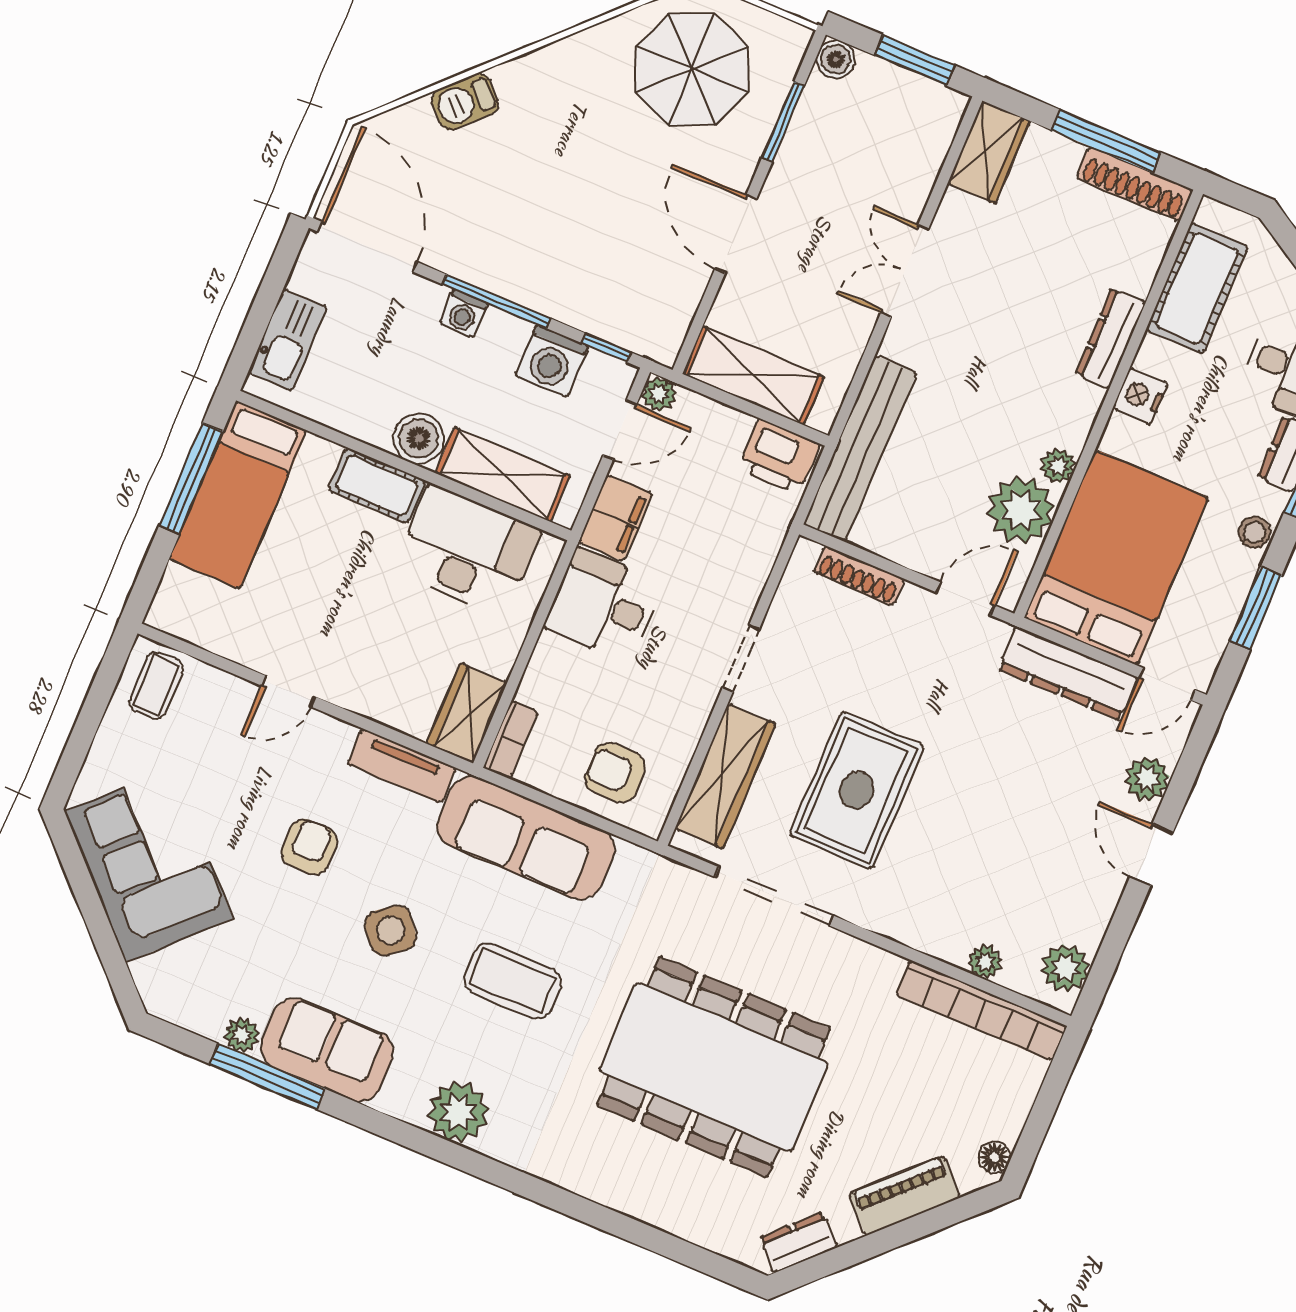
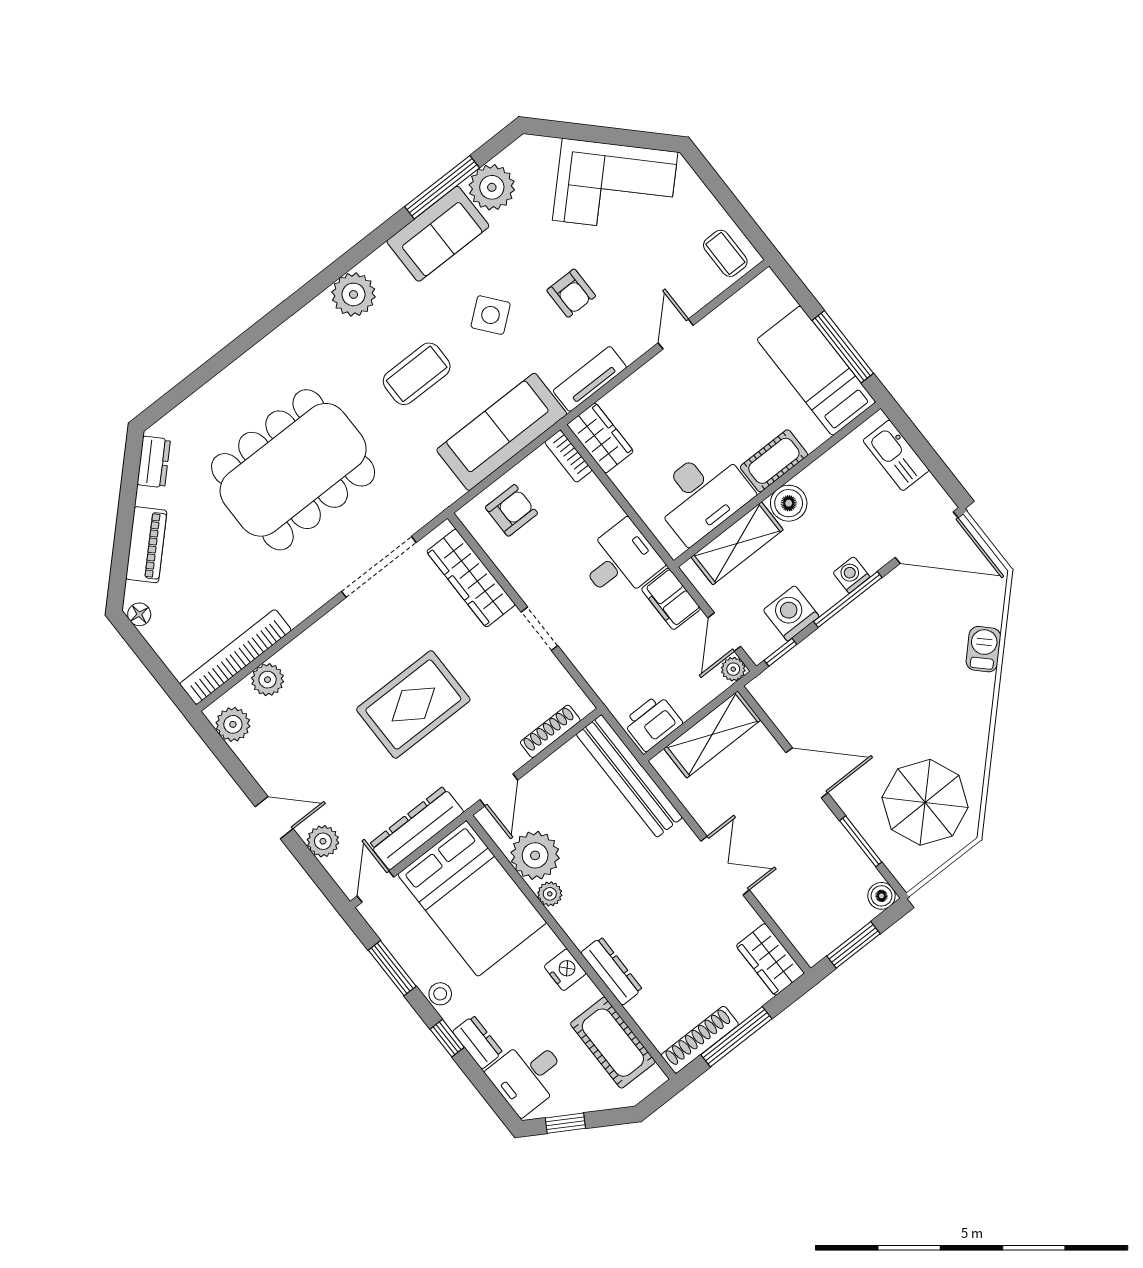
rug: (857, 790) -> (413, 704), moved, turned 90
plant: (985, 962) -> (268, 680), width x1.38, depth x1.38
plant: (242, 1035) -> (492, 187), width x1.88, depth x1.88

